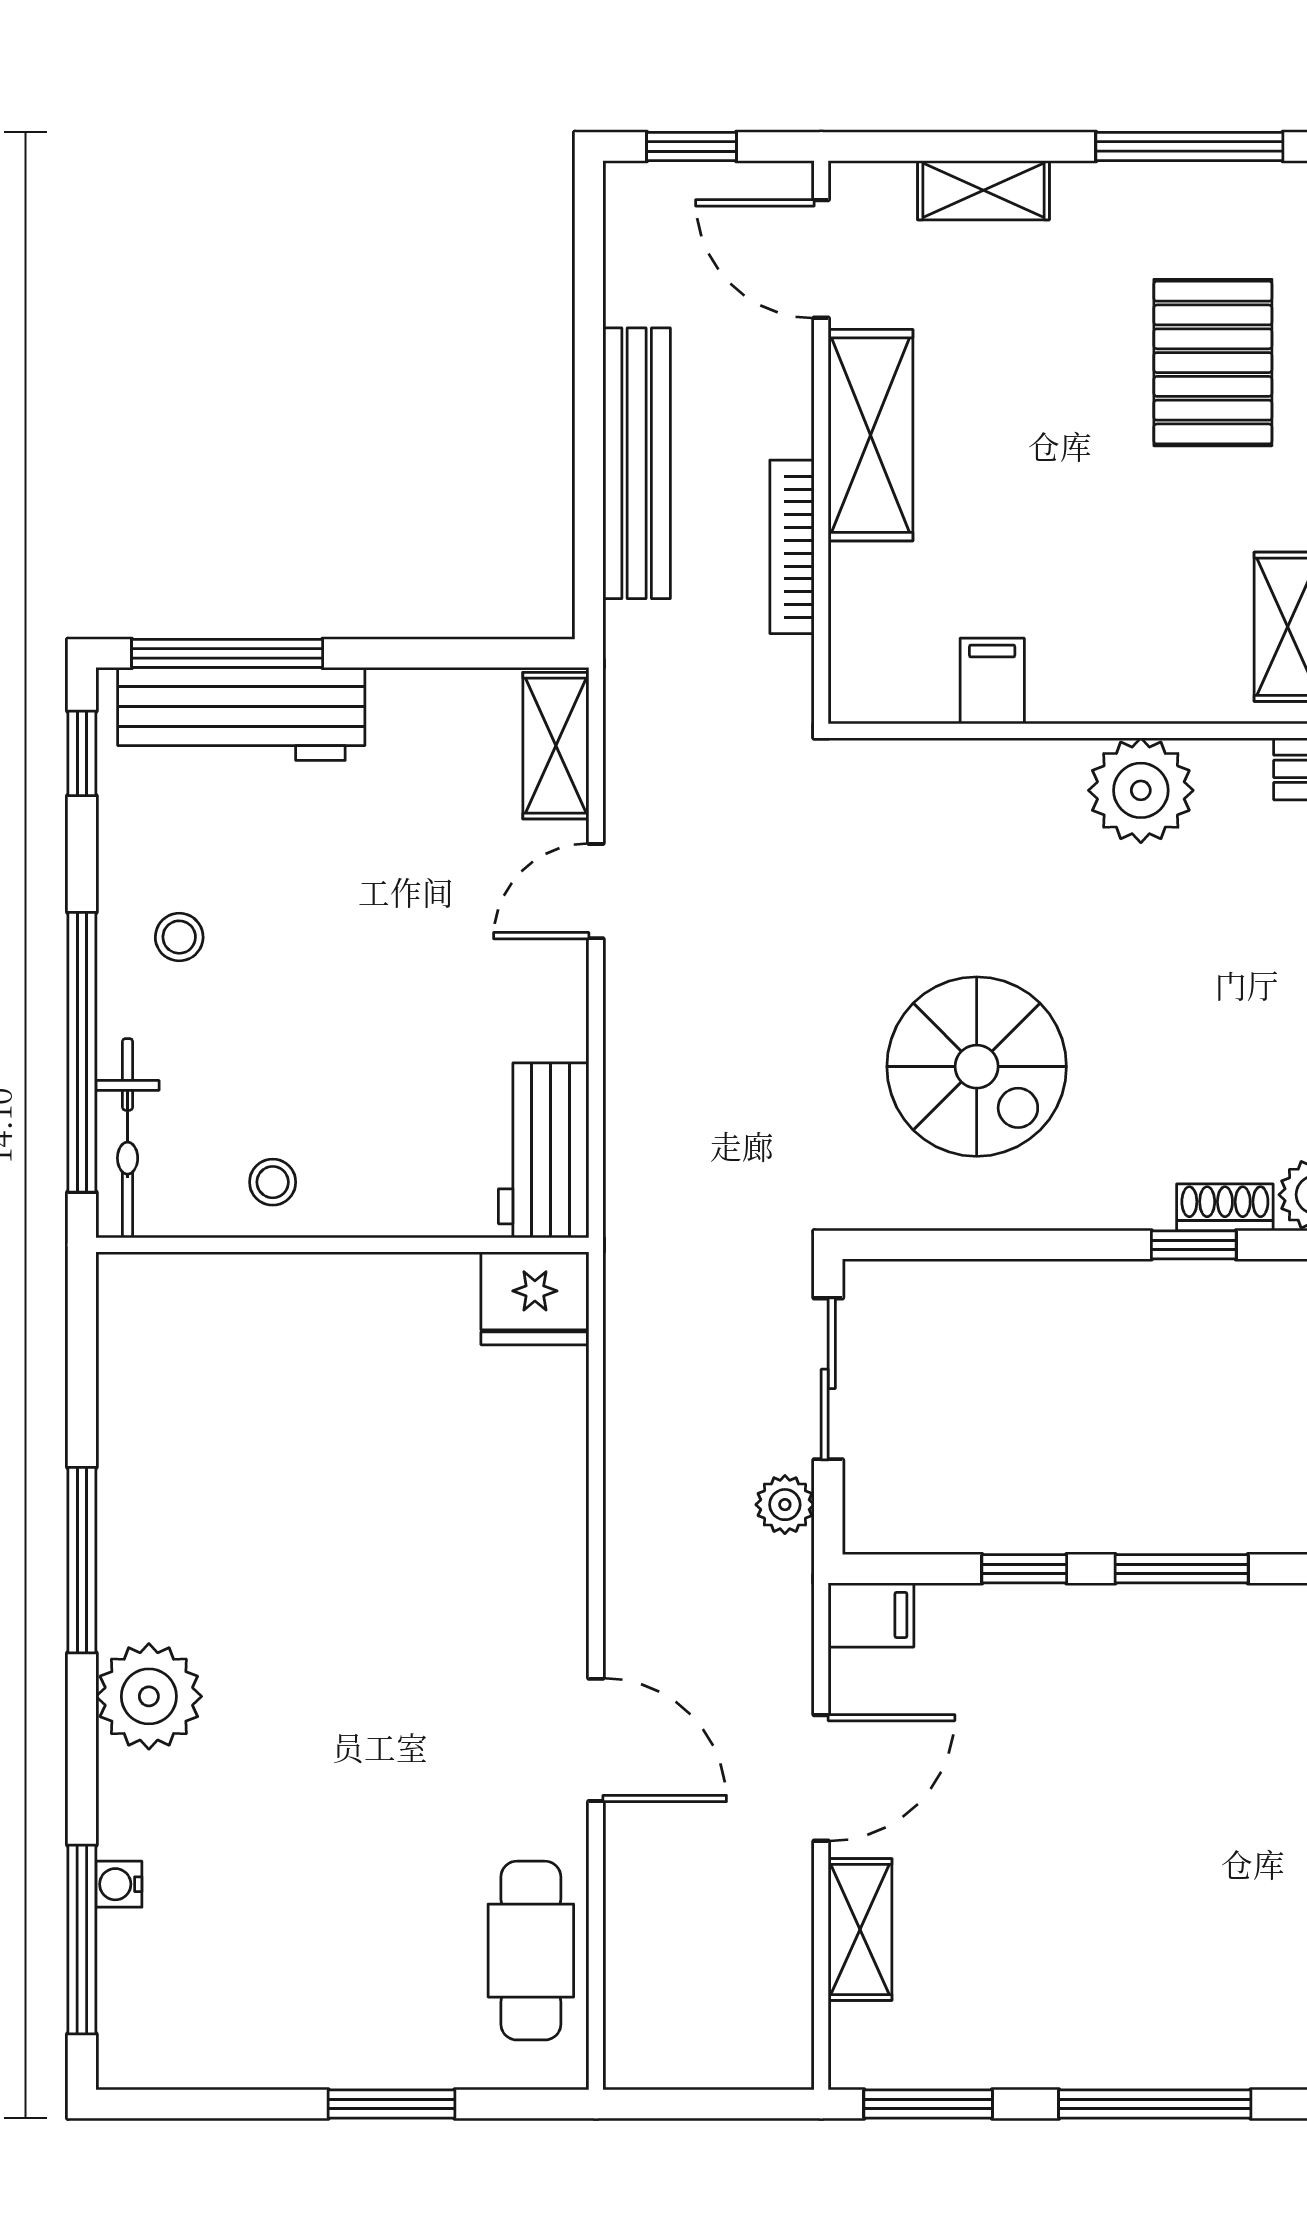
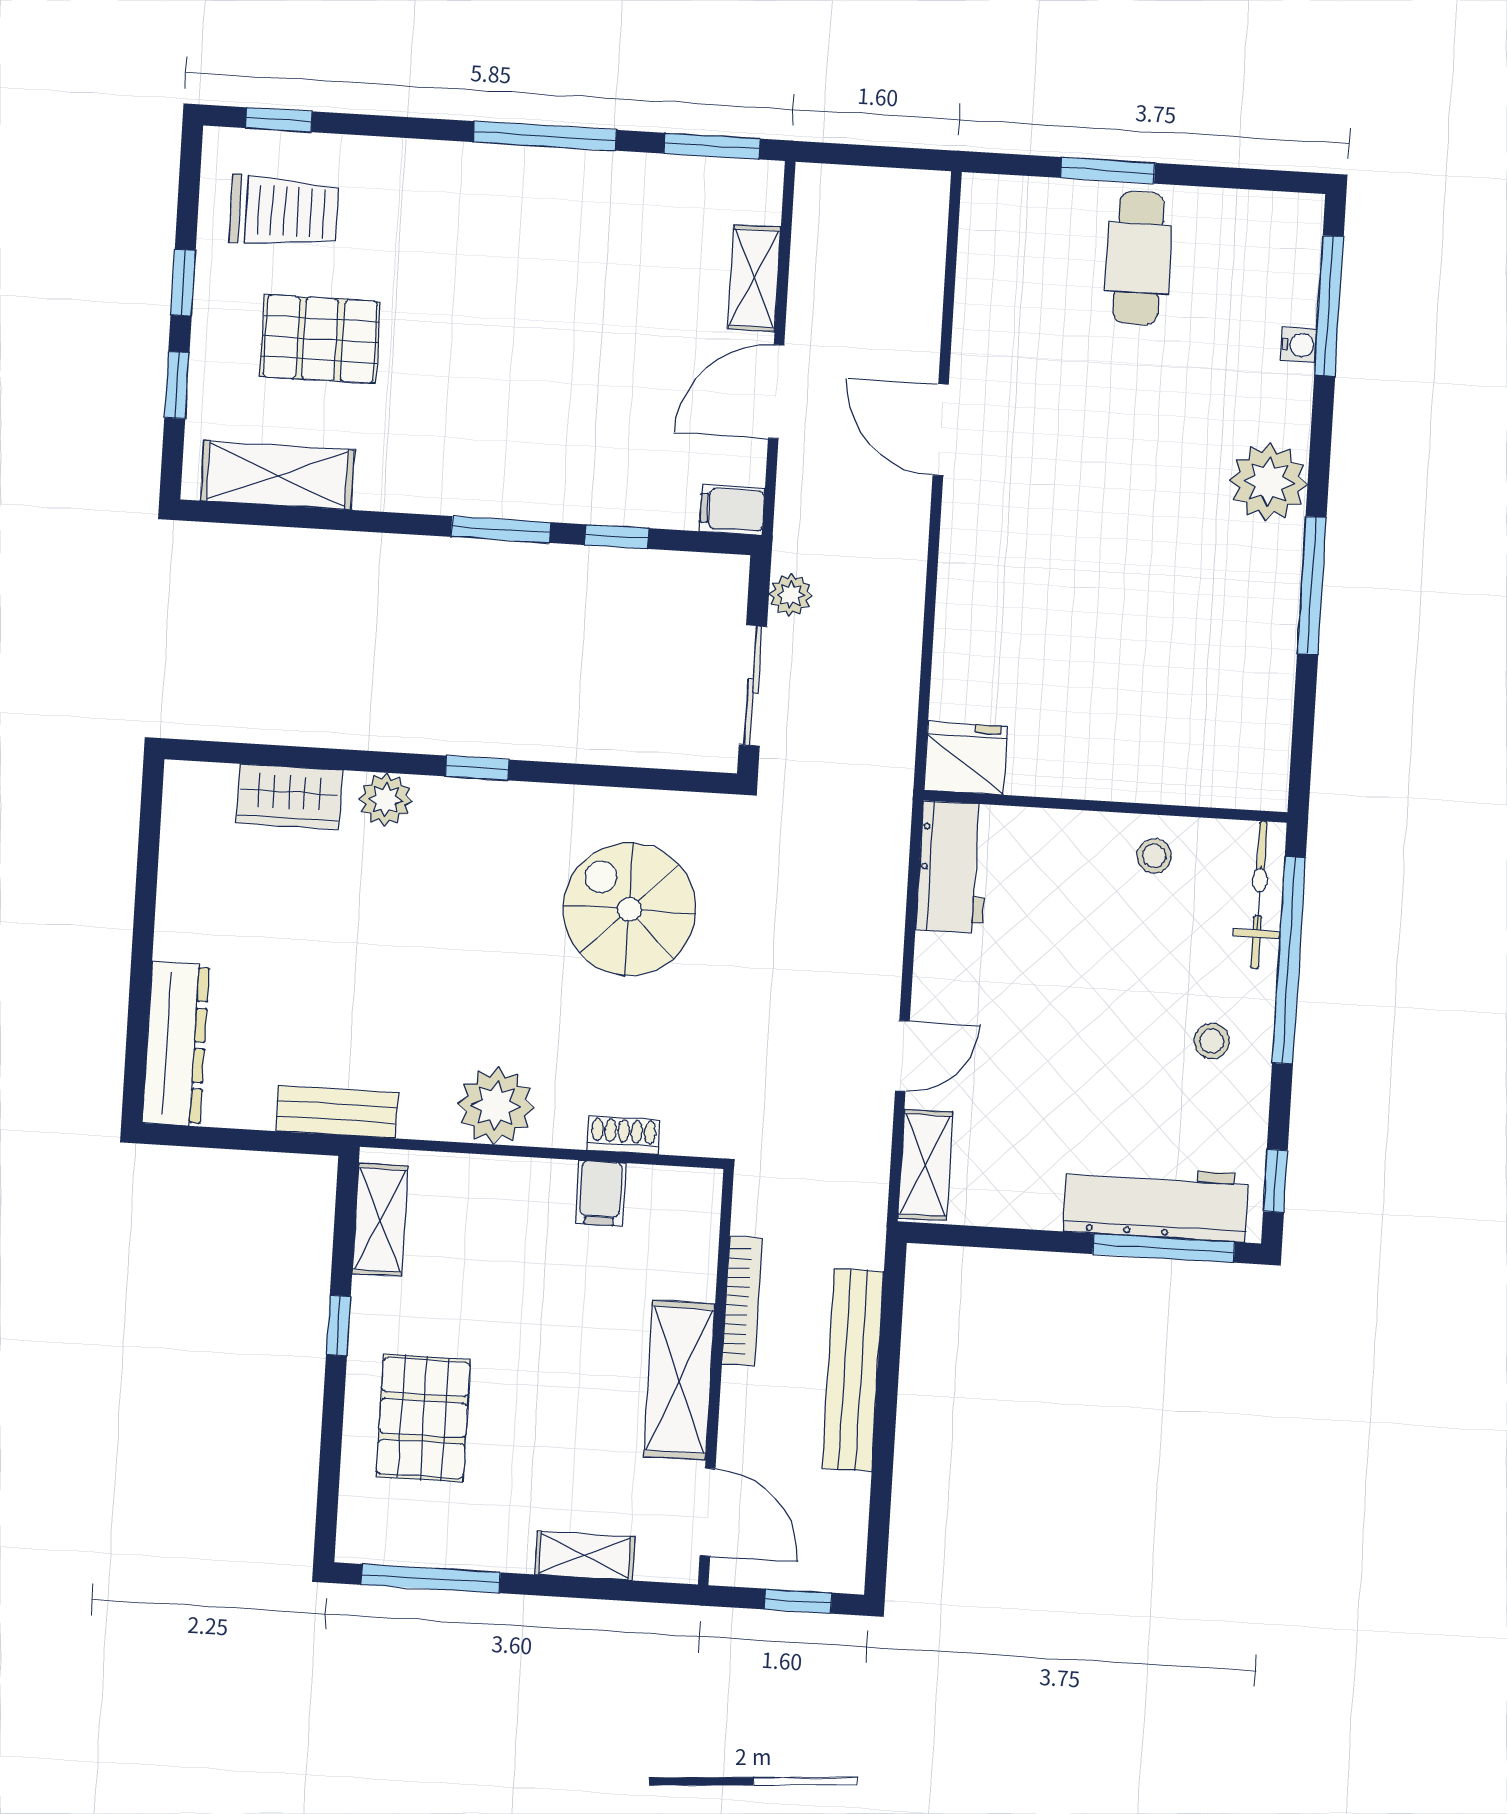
shoe rack: (1225, 1207) -> (623, 1135), moved, turned 180
cafe table: (531, 1951) -> (1139, 258), moved

